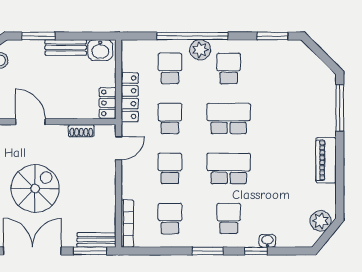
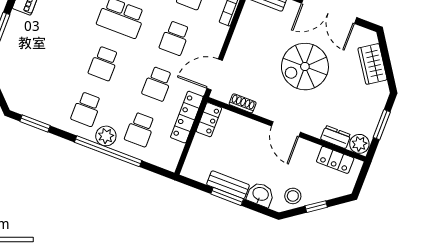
window: (38, 36) -> (227, 196), moved
washbasin: (100, 50) -> (260, 194), moved
school desk: (229, 118) -> (104, 63), width x0.54
door: (118, 148) -> (215, 74), width x1.38

